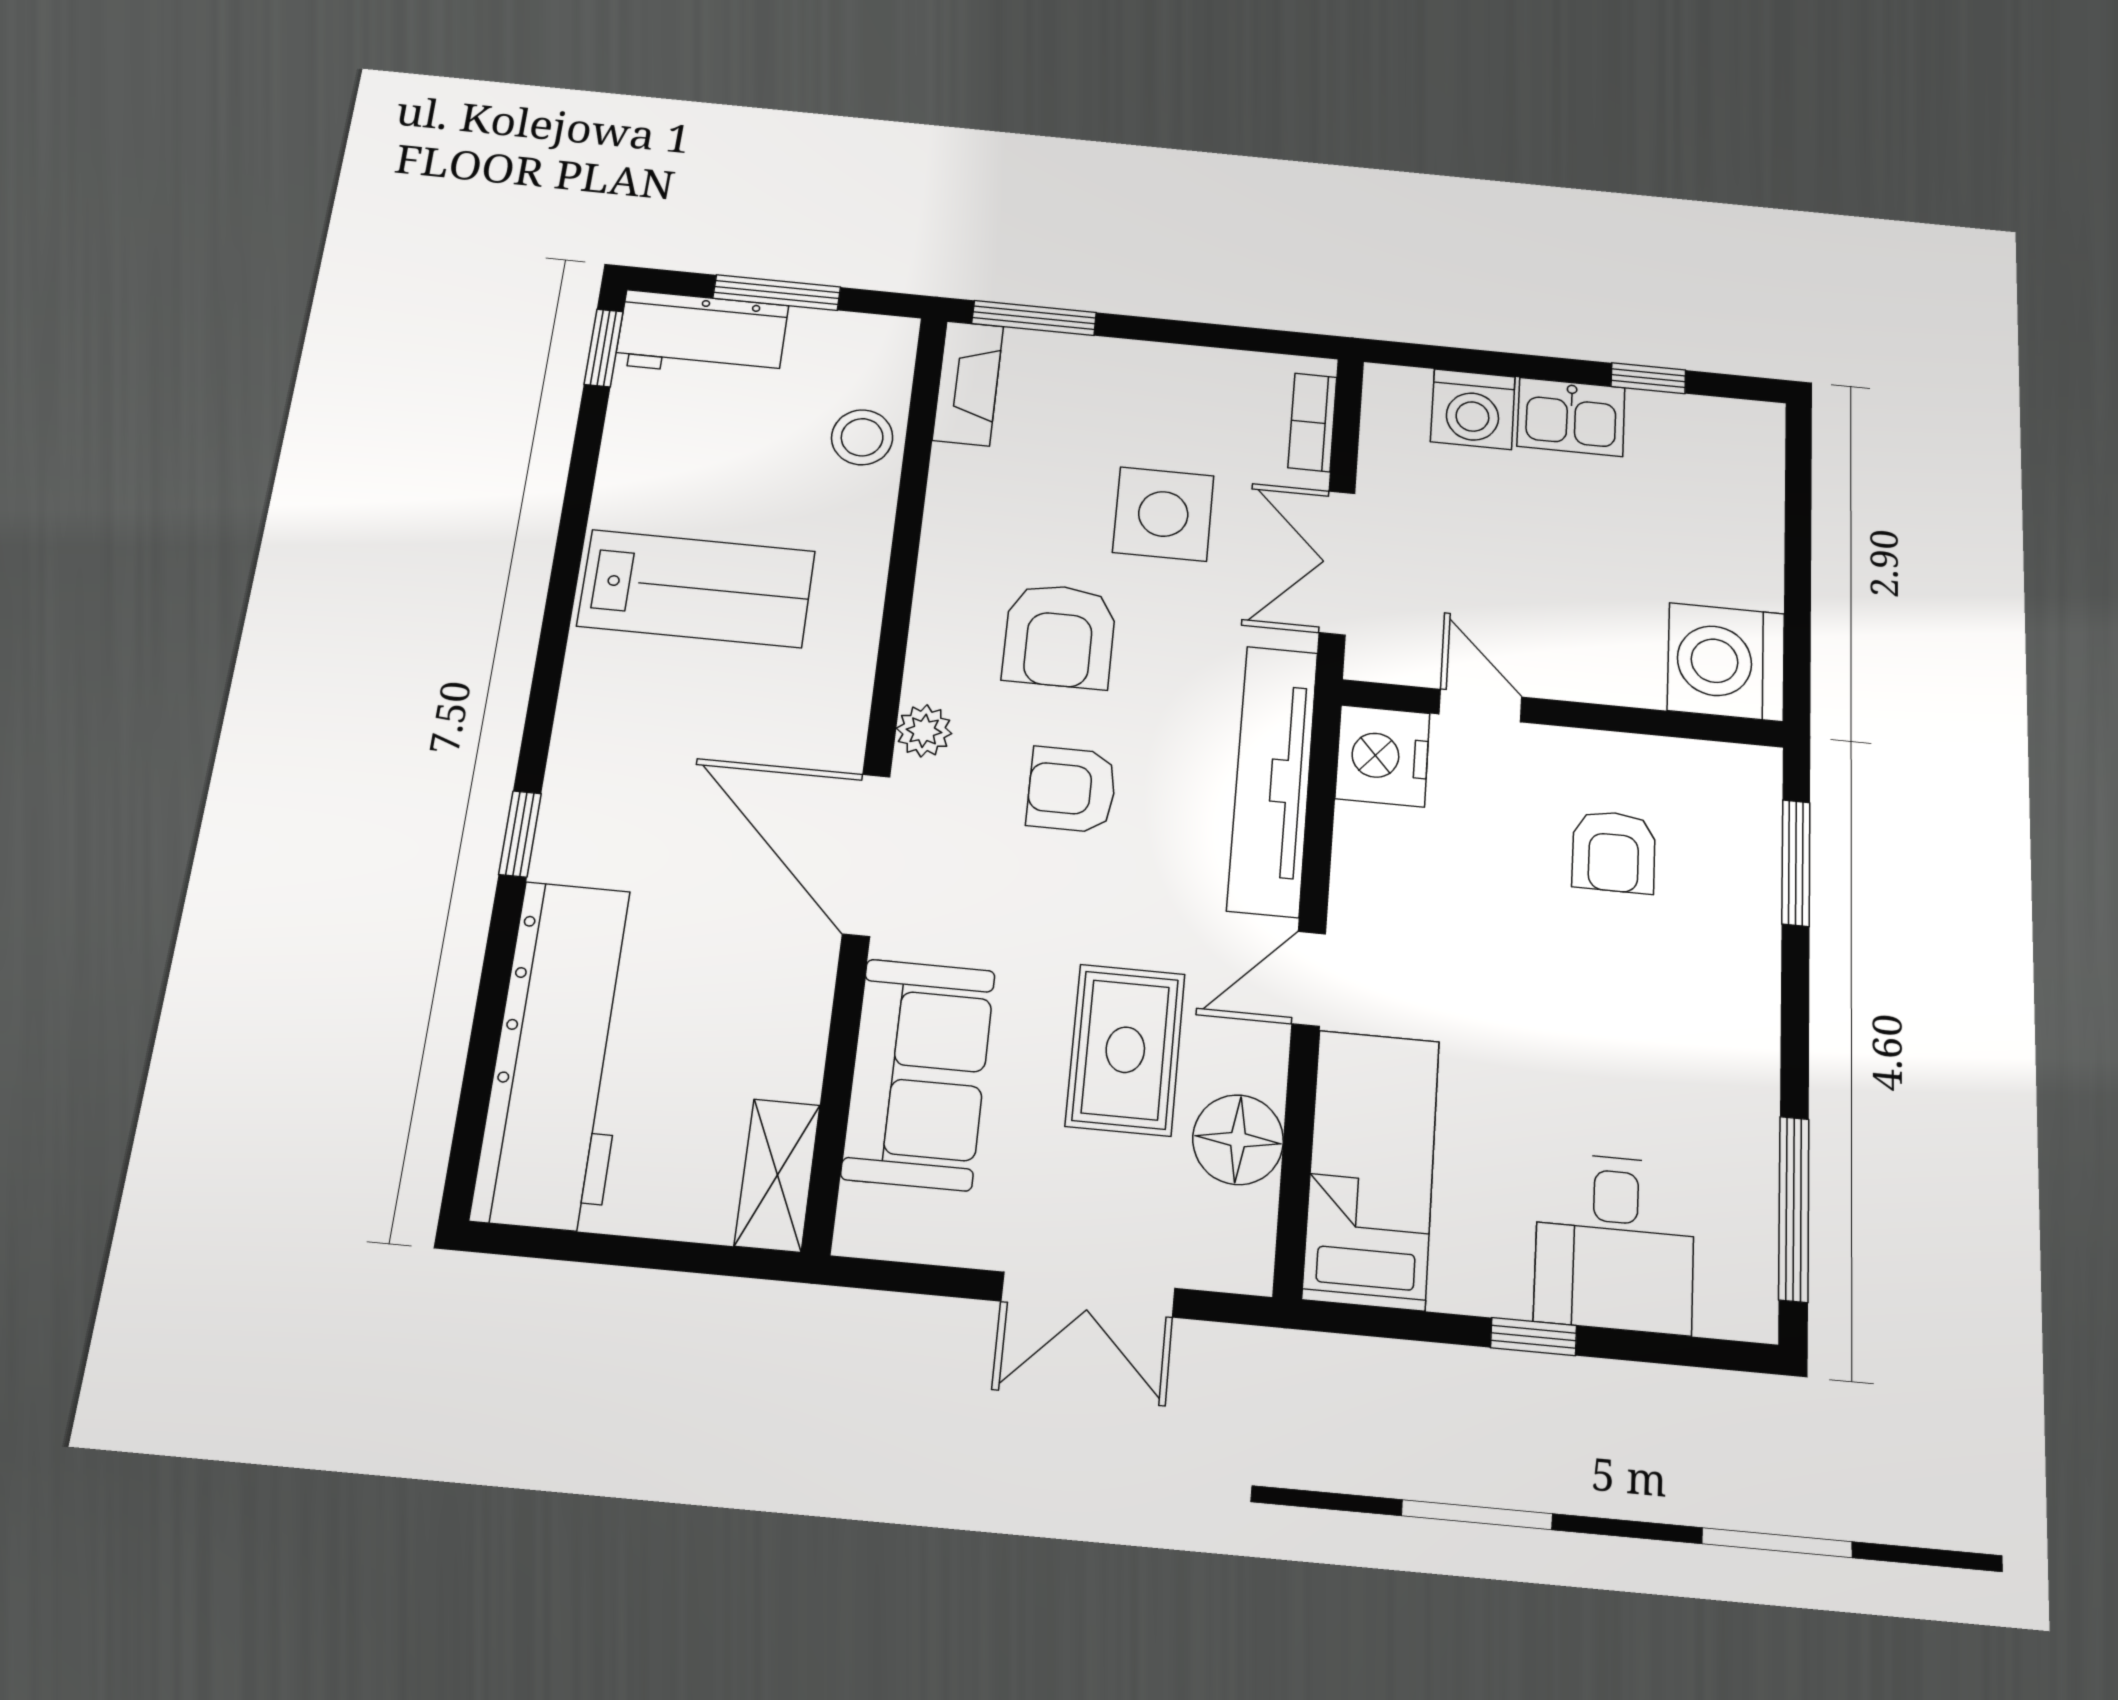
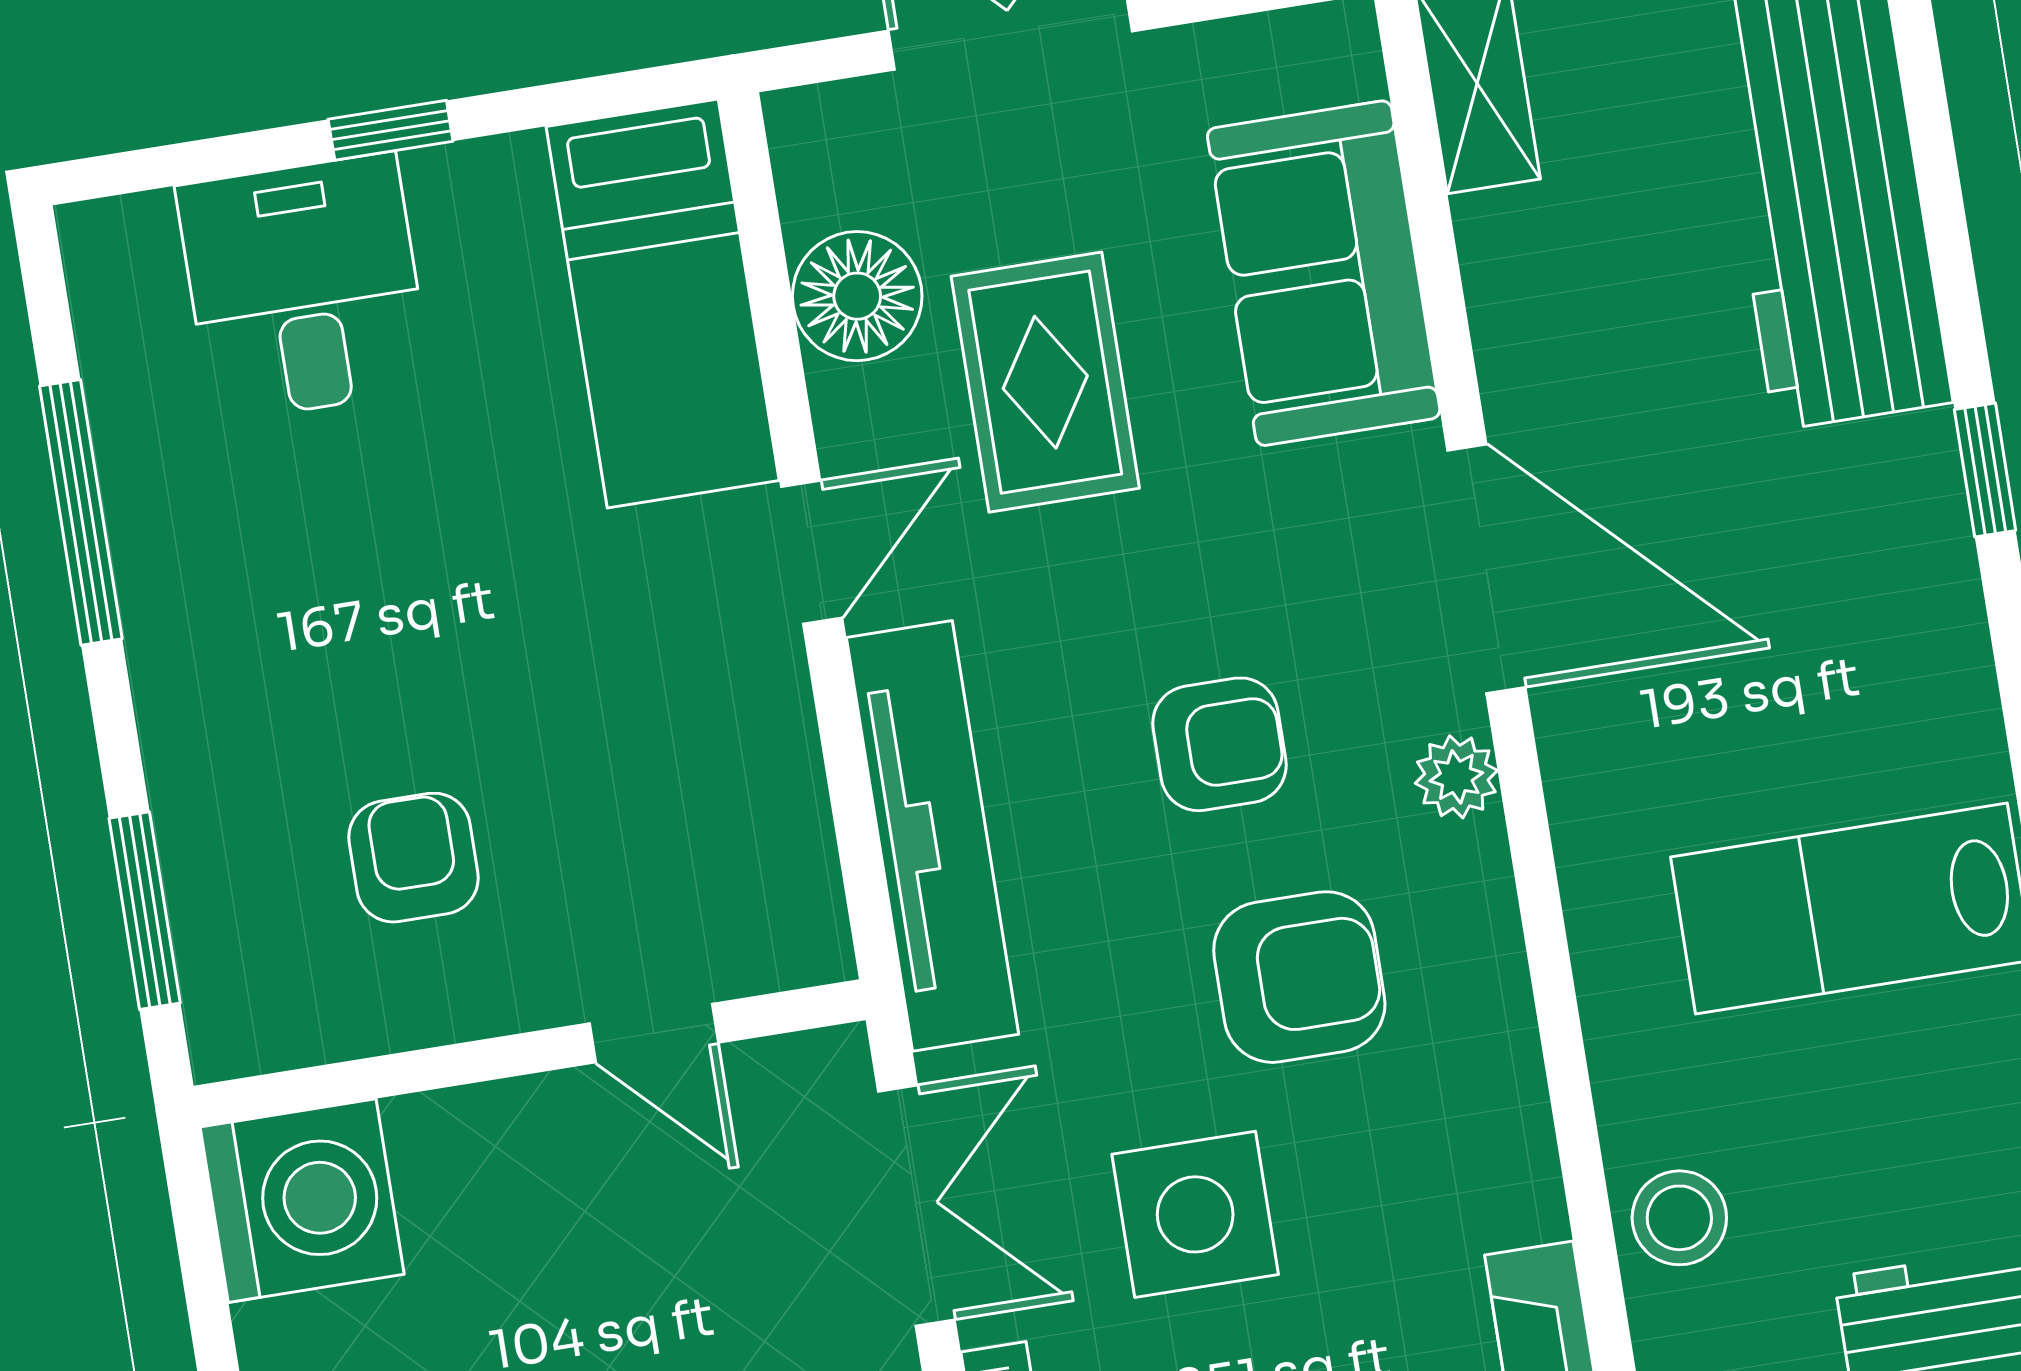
armchair: (1059, 636) -> (1299, 977), turned 90
nightstand: (1383, 756) -> (781, 916), removed
window: (1794, 1209) -> (81, 512), moved

